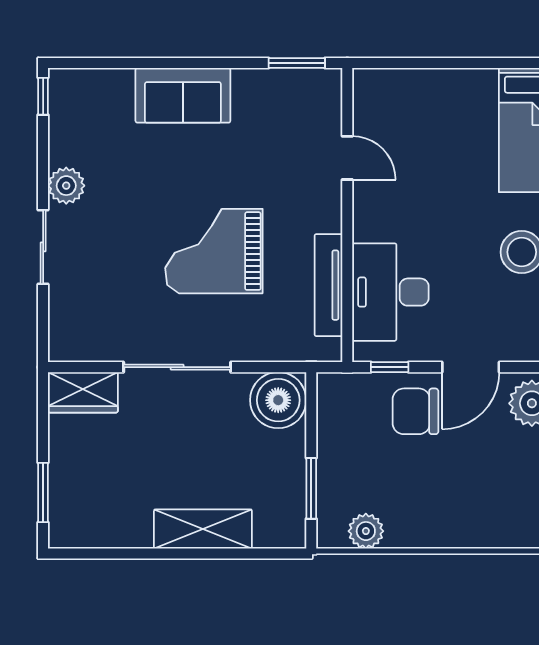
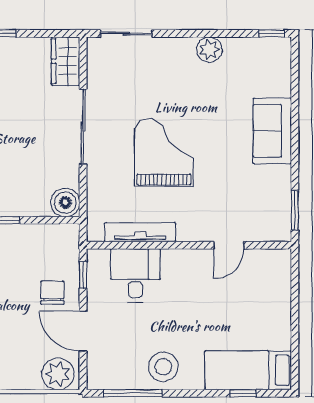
sliding door: (43, 247) -> (126, 33), moved
desk: (390, 292) -> (135, 275), width x0.73
boiler: (278, 400) -> (65, 202), width x0.73, depth x0.73
chair: (415, 411) -> (52, 293), width x0.73, depth x0.73

